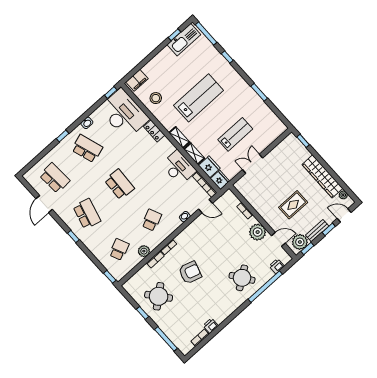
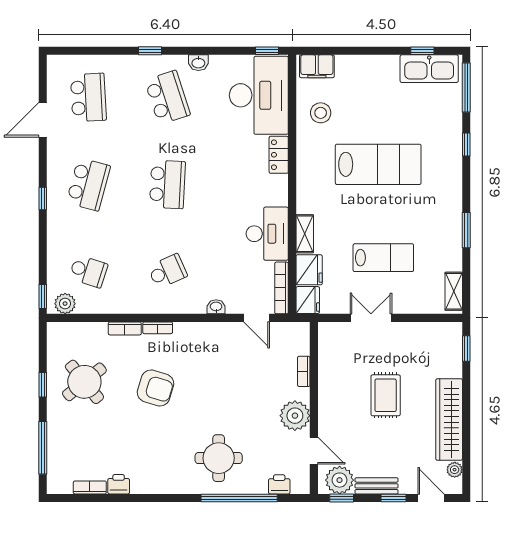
shelving: (179, 137) -> (454, 291), moved
rug: (293, 205) -> (386, 395), moved, turned 90
school desk: (119, 249) -> (88, 271), turned 42
plant: (144, 251) -> (65, 304), moved
round table: (242, 278) -> (219, 458), turned 35

